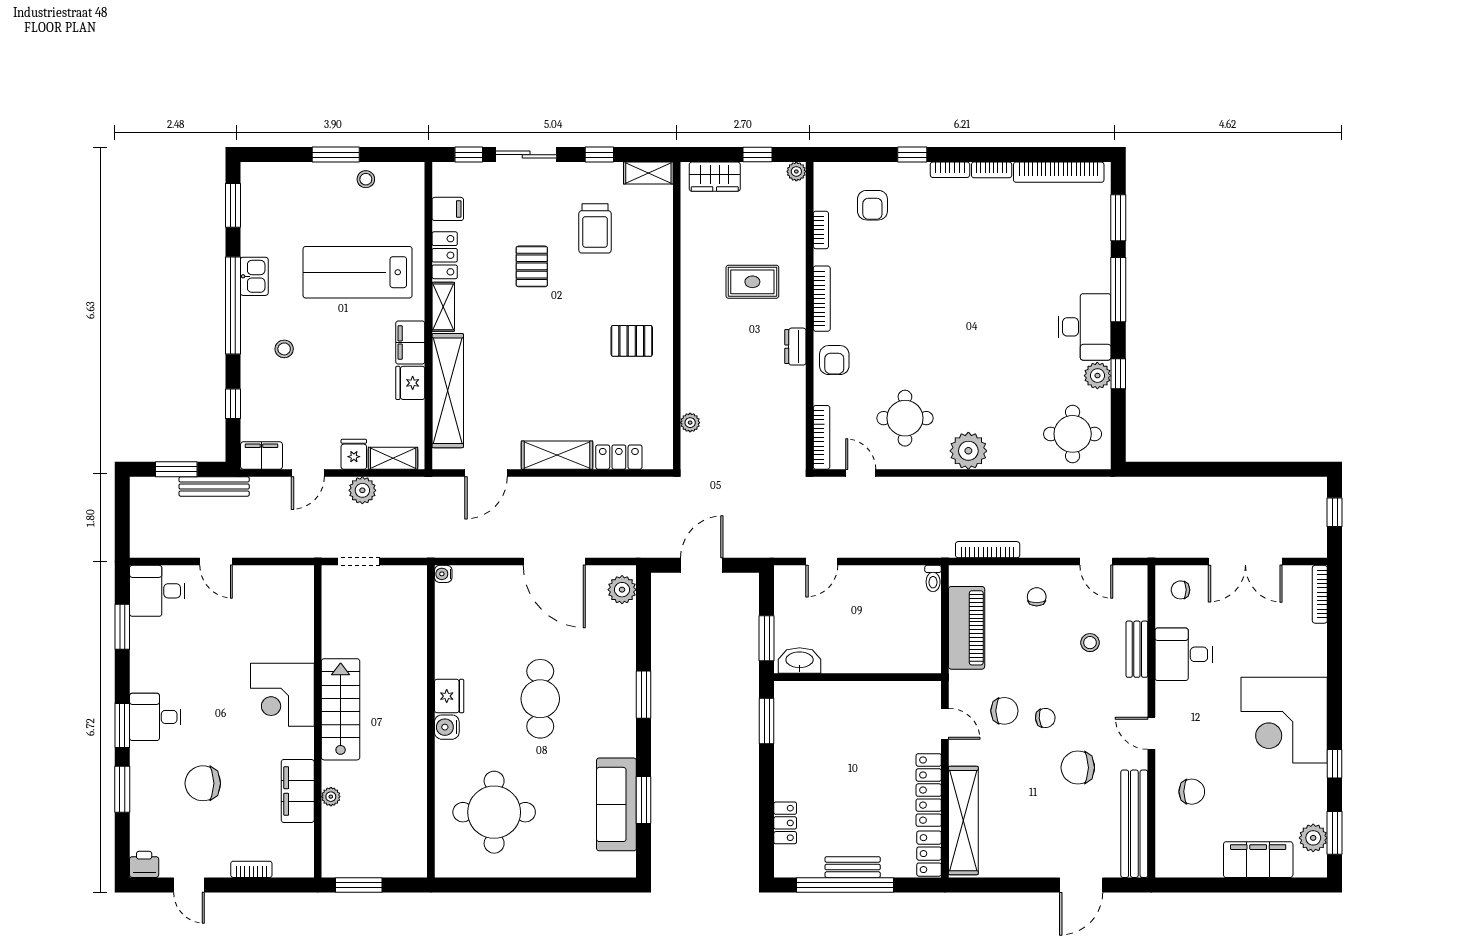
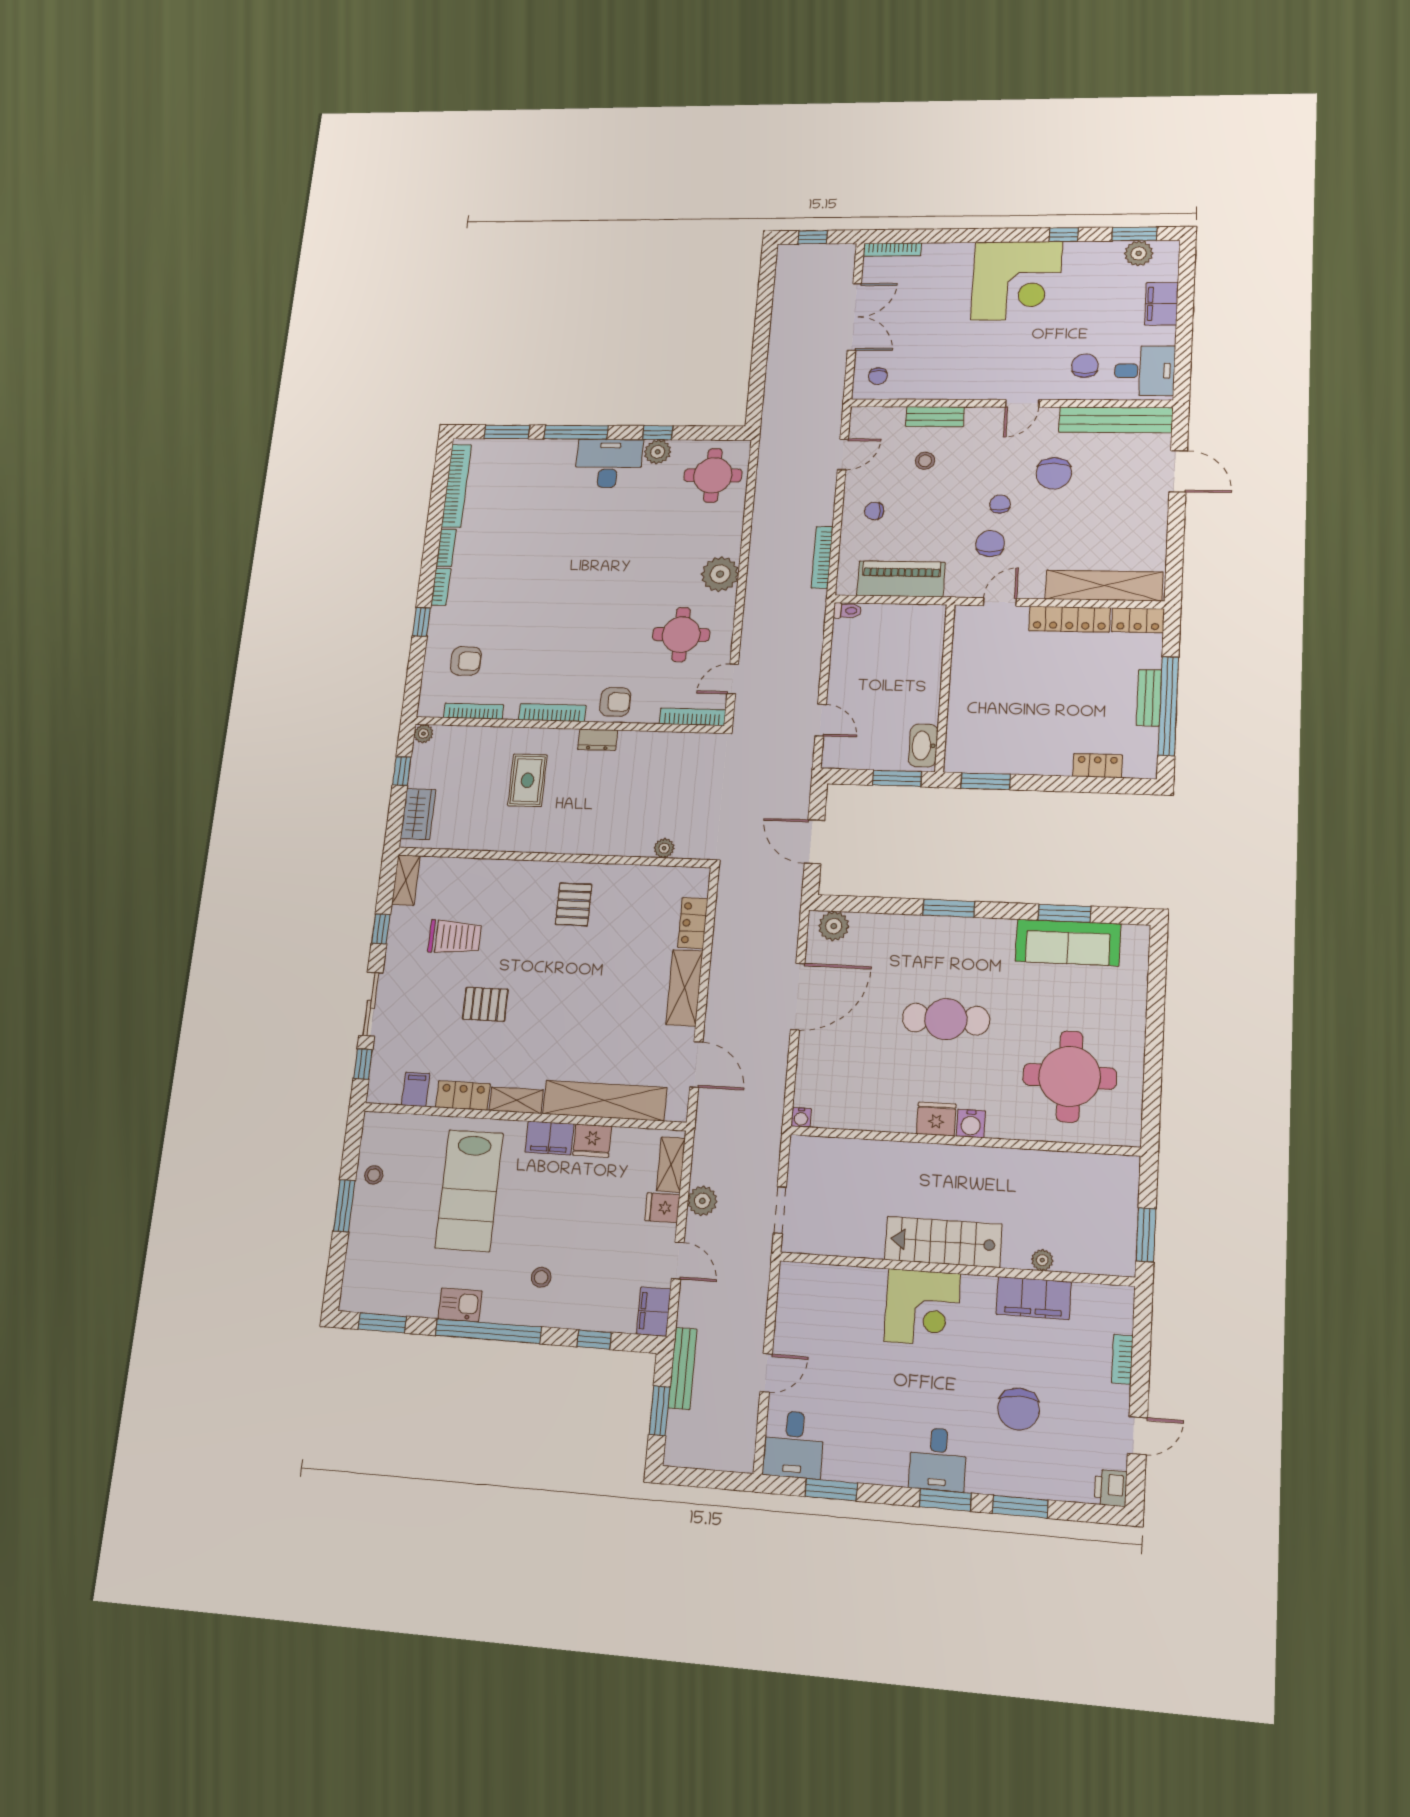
bookcase: (821, 230) -> (473, 711), width x1.56
desk: (1184, 654) -> (1145, 371), moved, turned -90
filing cabinet: (1258, 860) -> (1162, 304), width x0.67, depth x0.86

